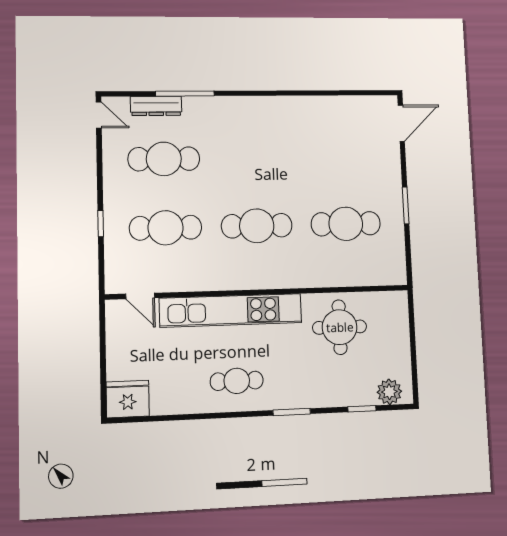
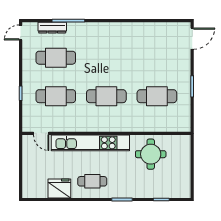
door: (99, 115) -> (21, 32), swing flipped
plant: (389, 392) -> (177, 191), removed
fridge: (128, 399) -> (59, 188), moved

